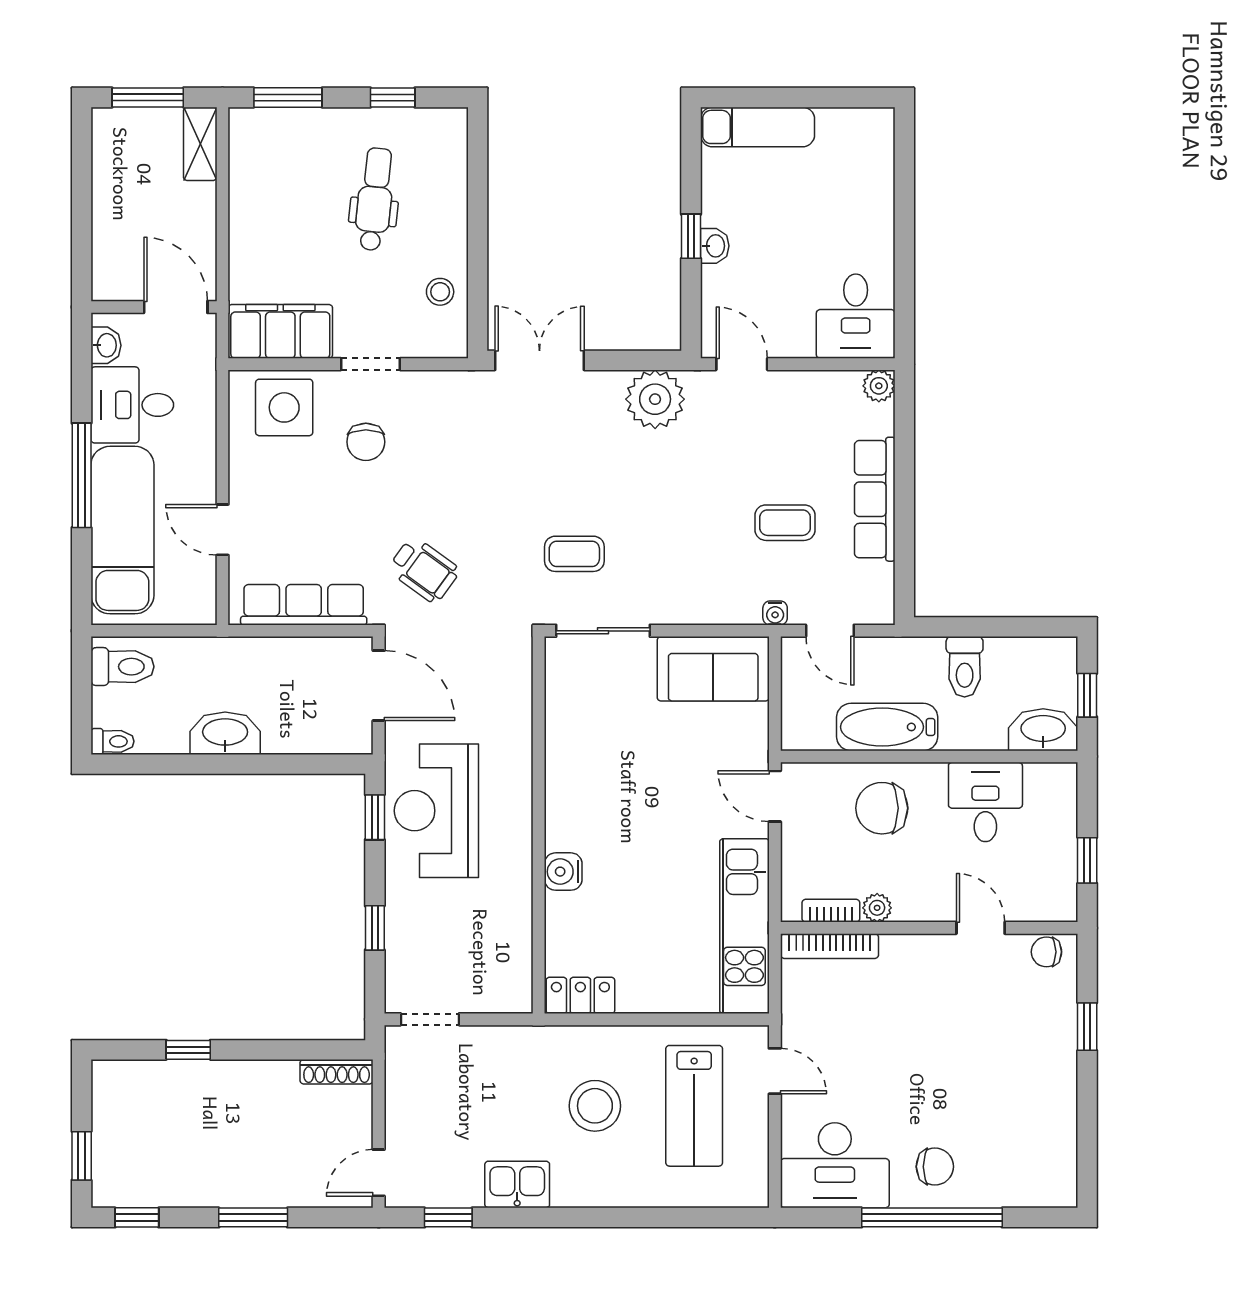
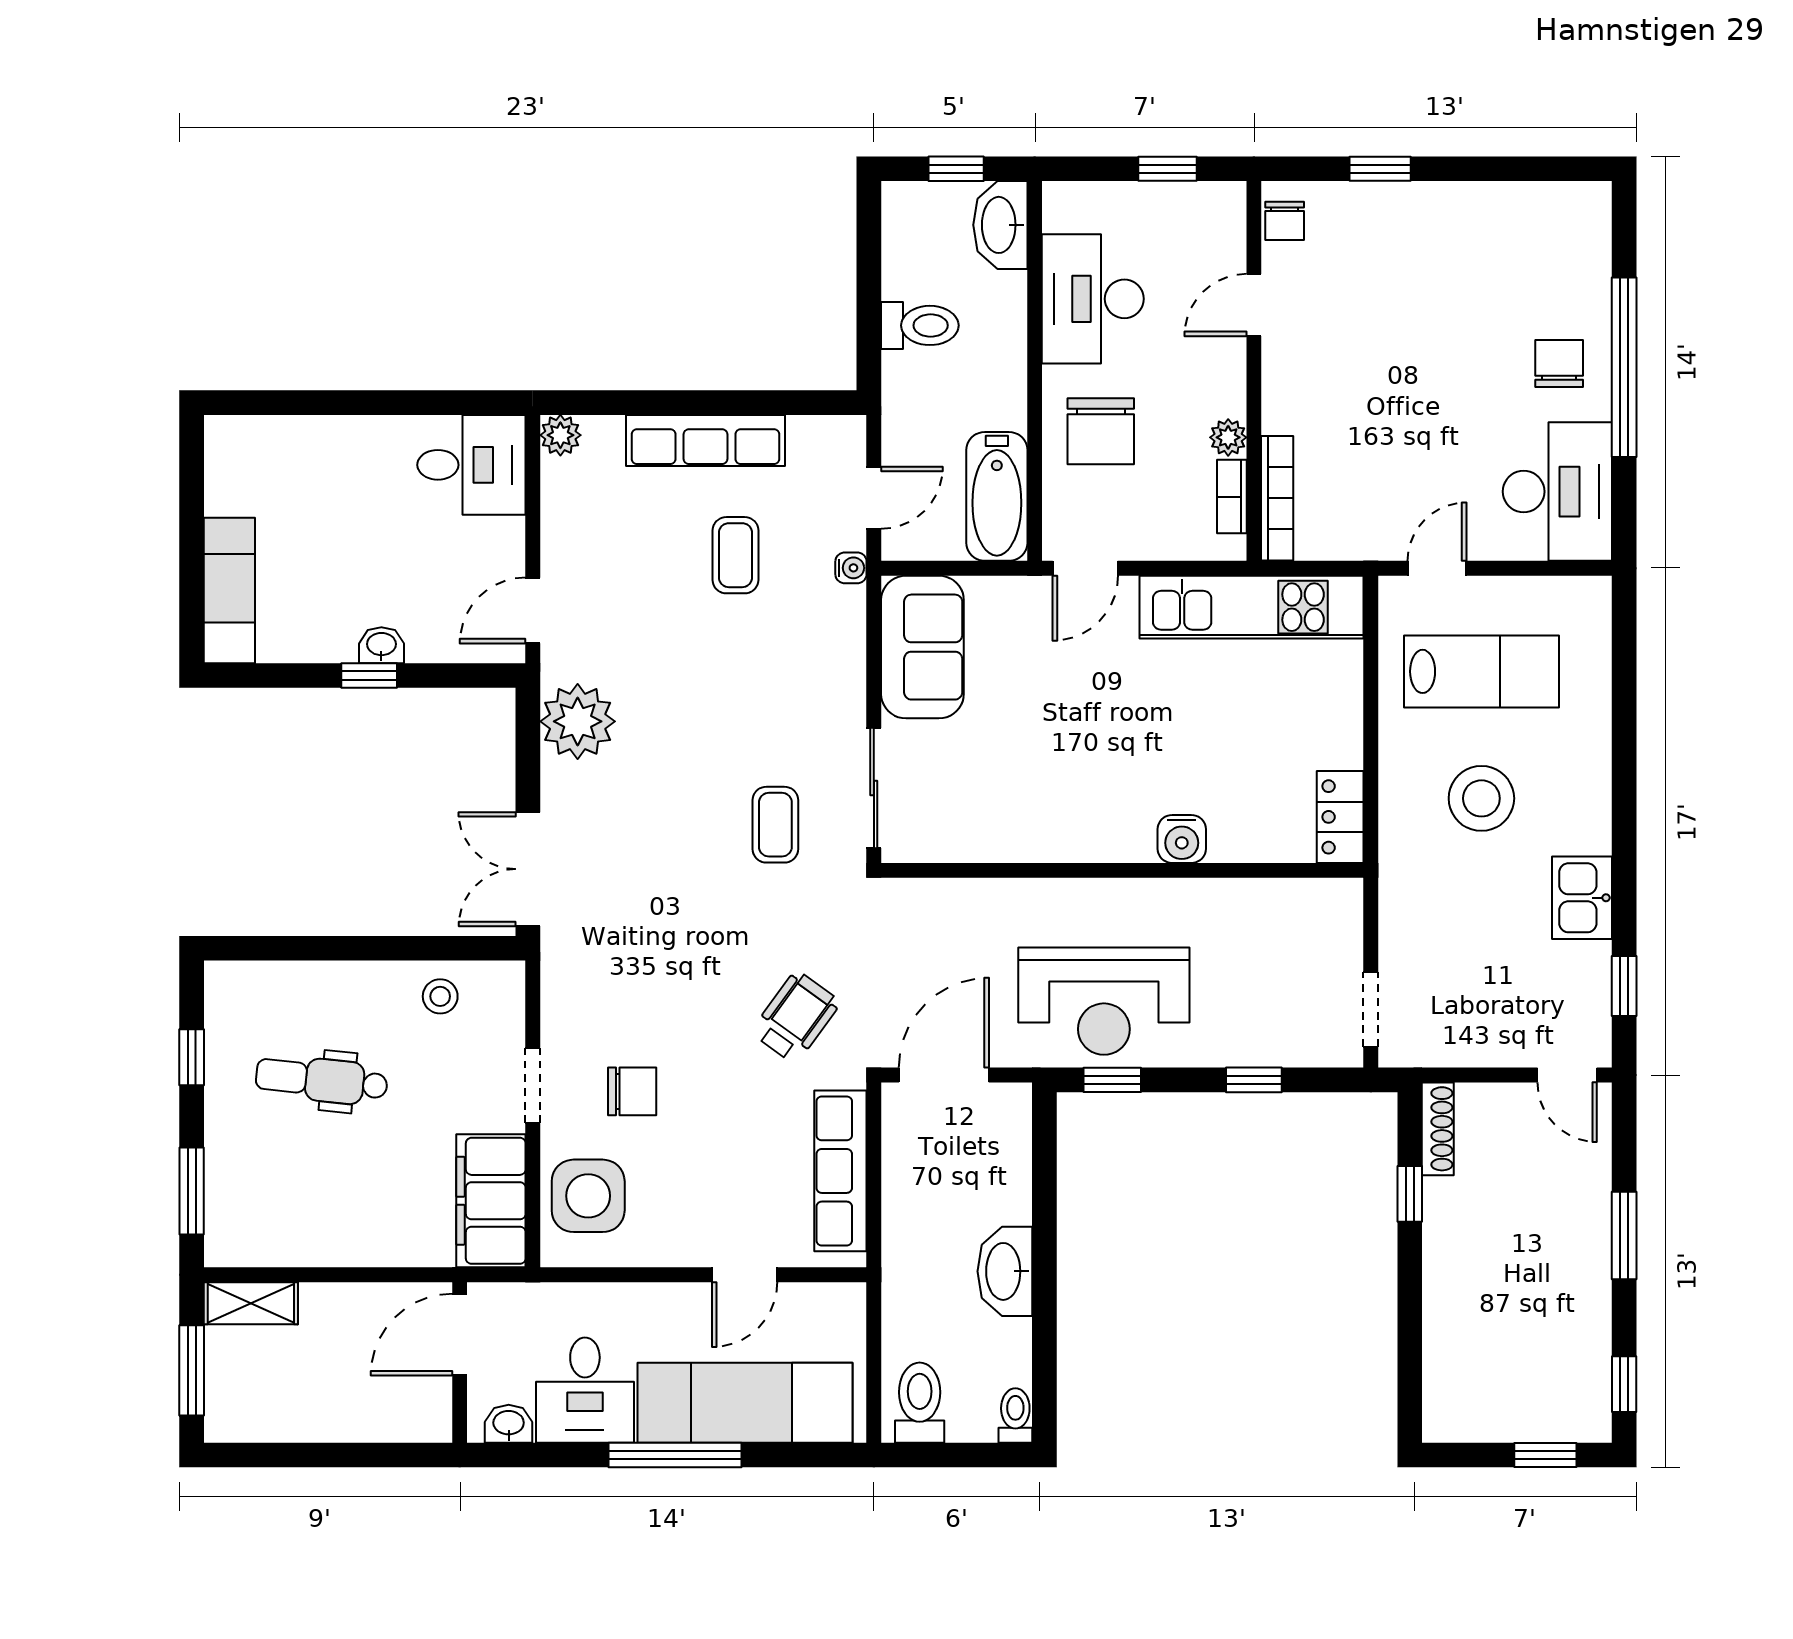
bathtub: (887, 727) -> (997, 496), moved
desk: (985, 802) -> (1093, 299), width x1.37
window: (188, 1050) -> (1410, 1194), moved

